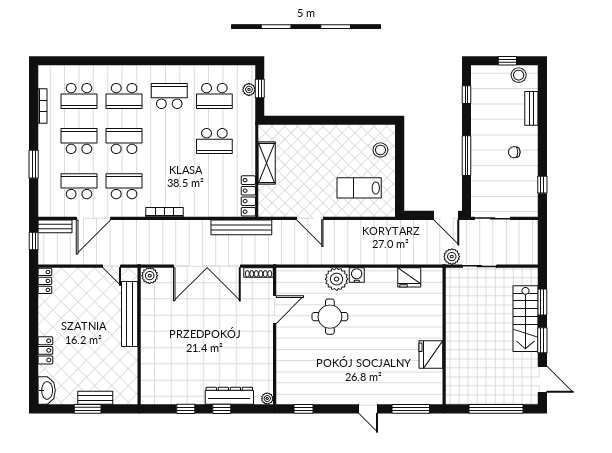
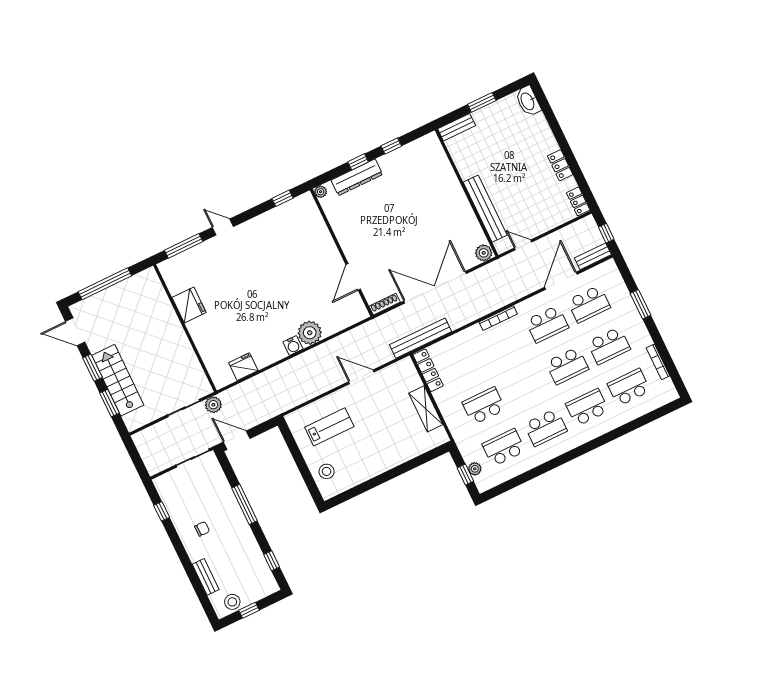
round table: (330, 317) -> (299, 295), removed
locker: (45, 350) -> (560, 165), moved
bench: (95, 398) -> (457, 127), moved

